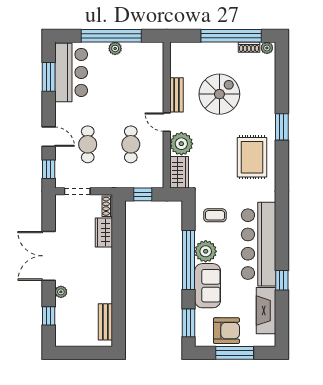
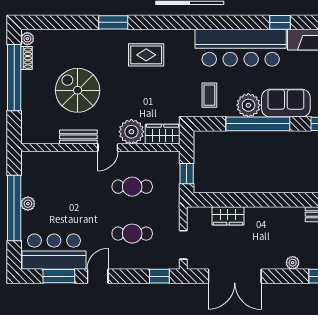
door: (49, 137) -> (98, 276), moved
rug: (252, 157) -> (146, 55), width x0.73, depth x0.70
shoe rack: (107, 206) -> (199, 212), removed
double door: (49, 256) -> (235, 276), moved

